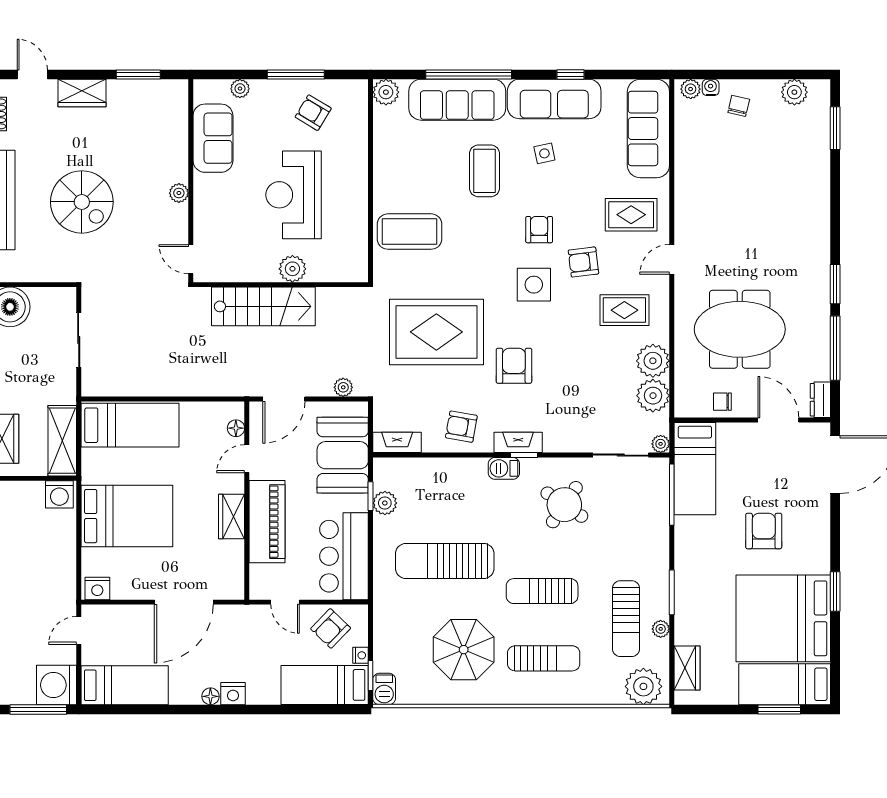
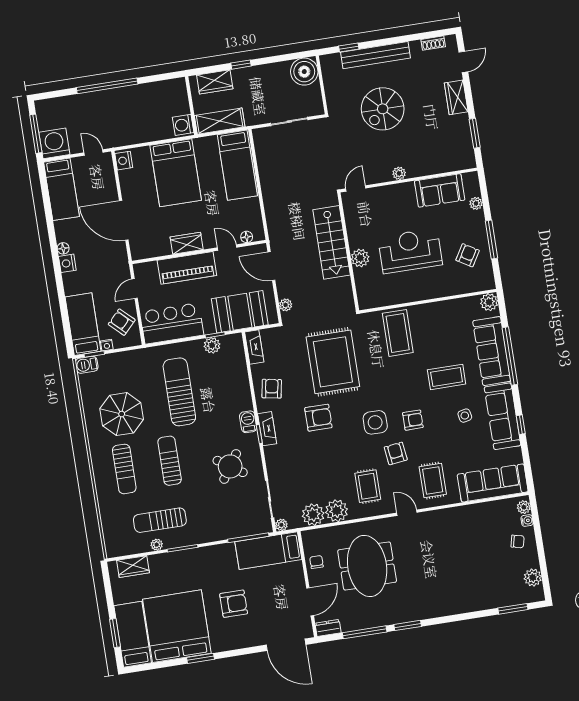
plant: (643, 686) -> (116, 539), removed

